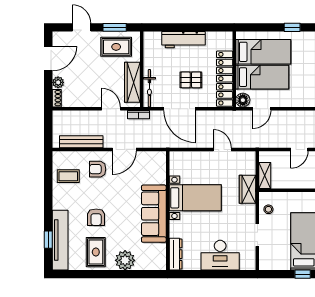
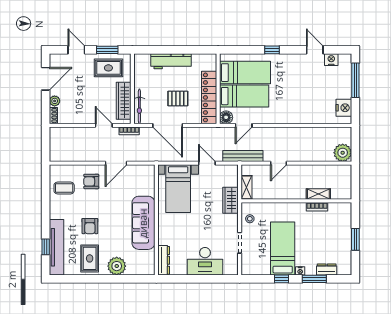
bench: (81, 142) -> (243, 156), moved
bed with nightstands: (195, 198) -> (178, 189), moved, turned 90

